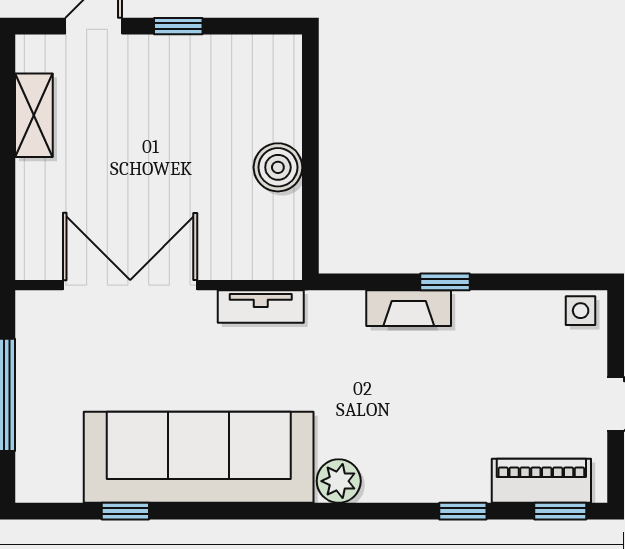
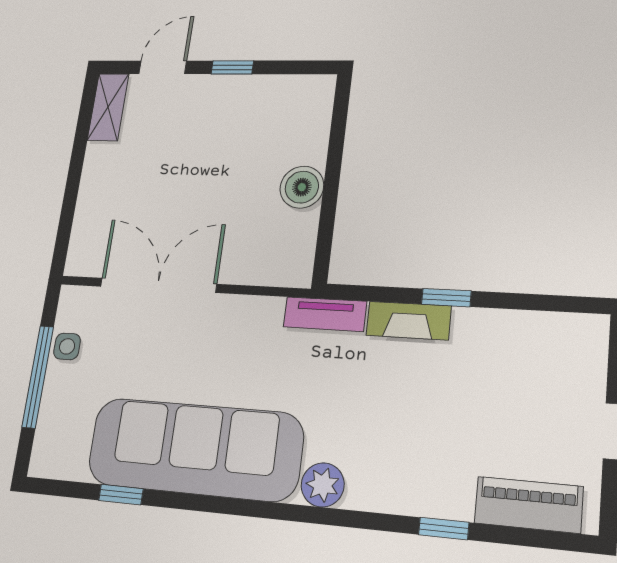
shelving: (34, 115) -> (108, 107), moved
tv unit: (261, 306) -> (325, 314), moved
side table: (581, 311) -> (67, 346), moved
window: (560, 511) -> (547, 539), removed

